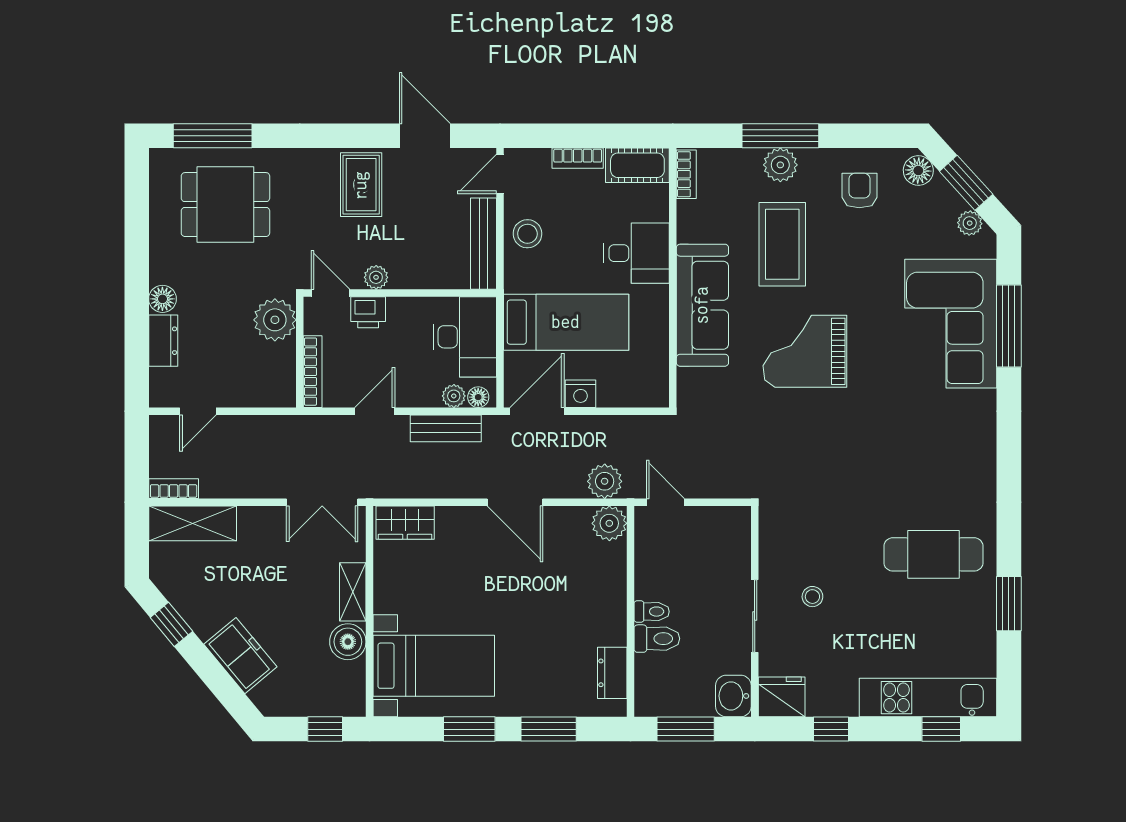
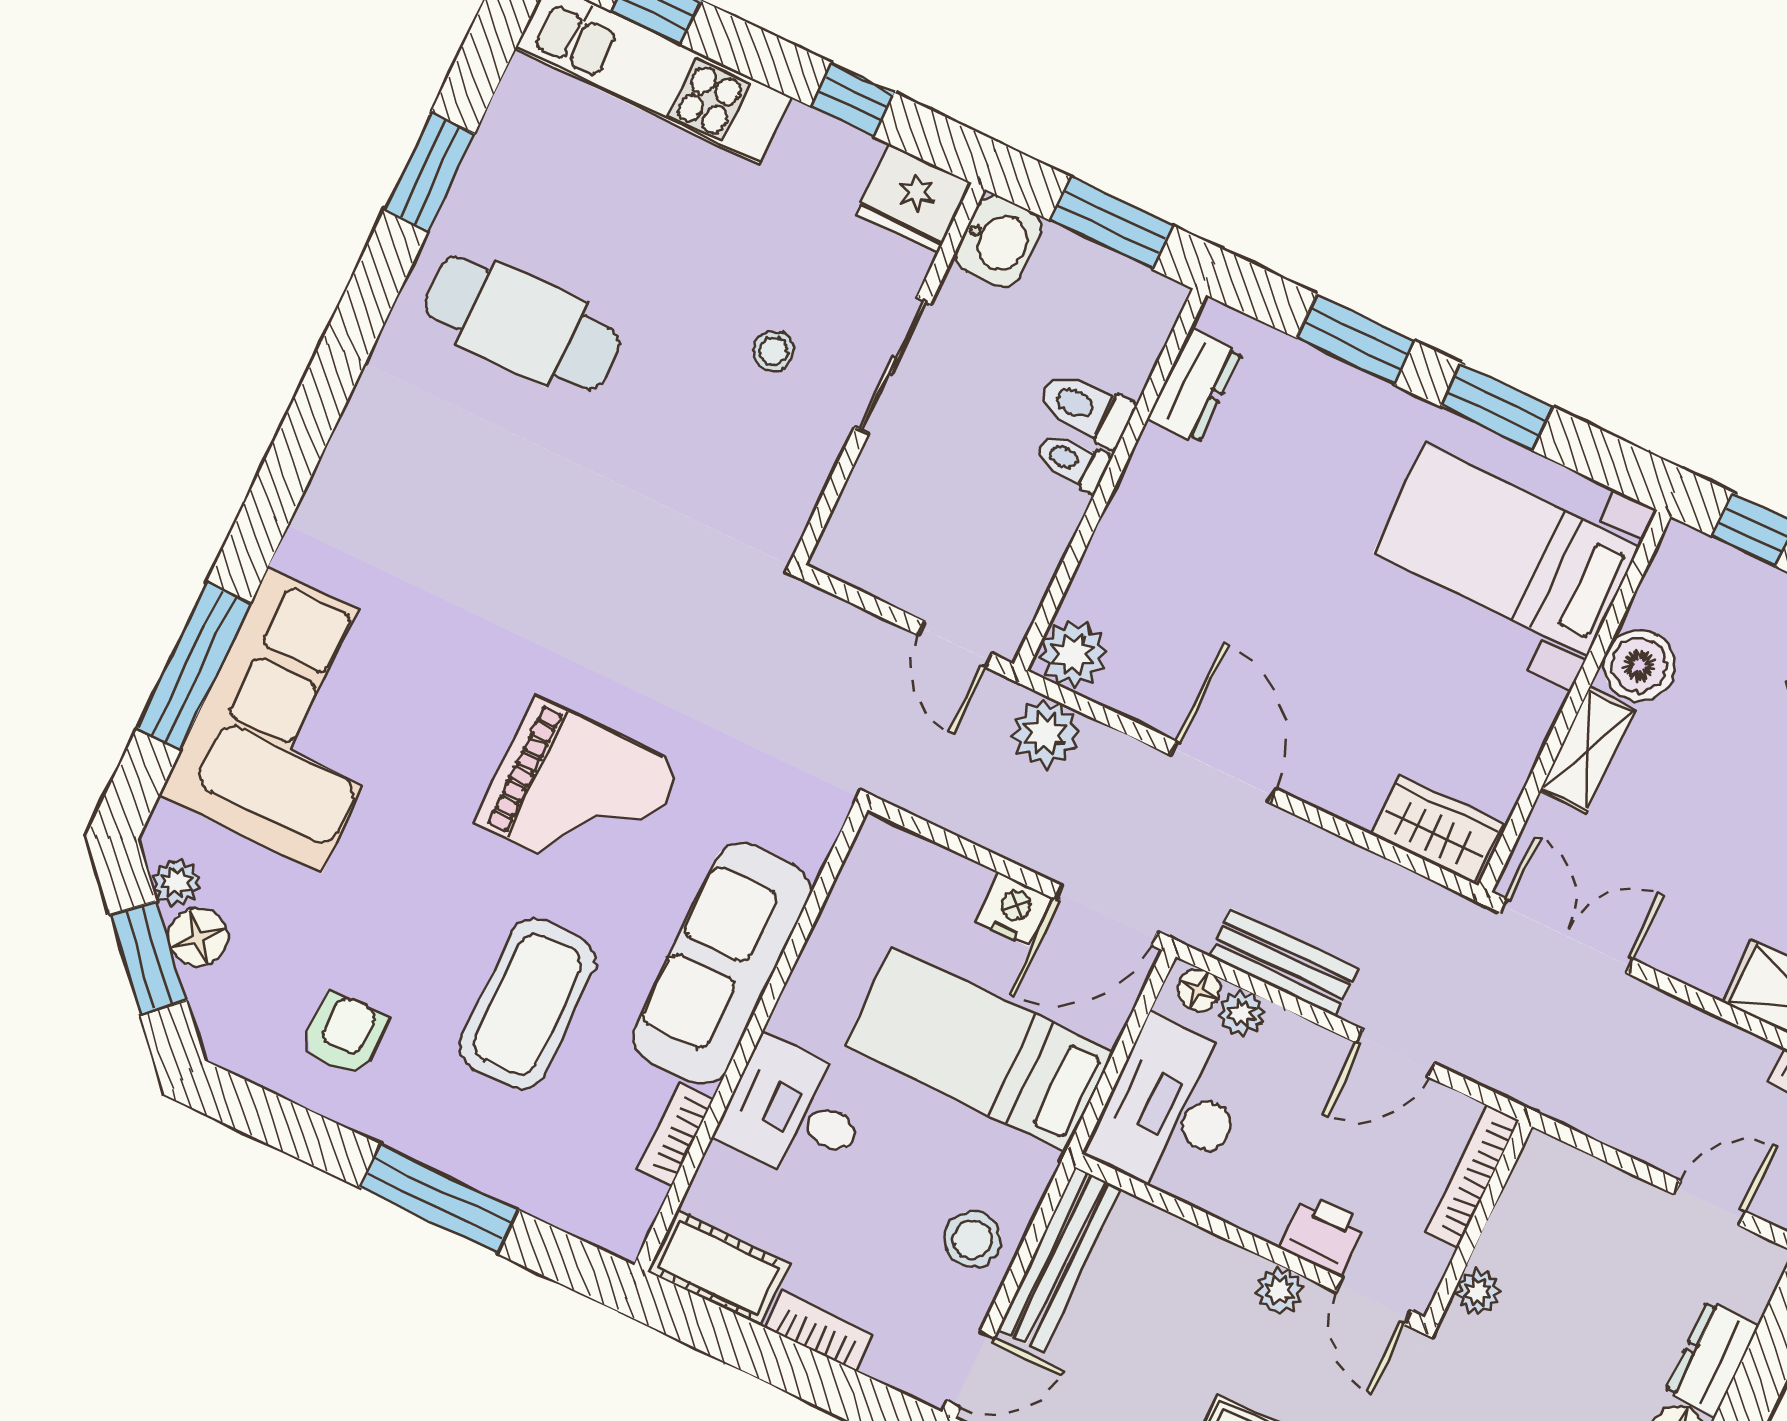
plant: (780, 165) -> (464, 1147), removed
floor lamp: (918, 171) -> (198, 937), moved
bookcase: (686, 174) -> (676, 1134), moved
armchair: (859, 191) -> (345, 1034), turned 180
plant: (275, 320) -> (1478, 1292), width x0.53, depth x0.53

